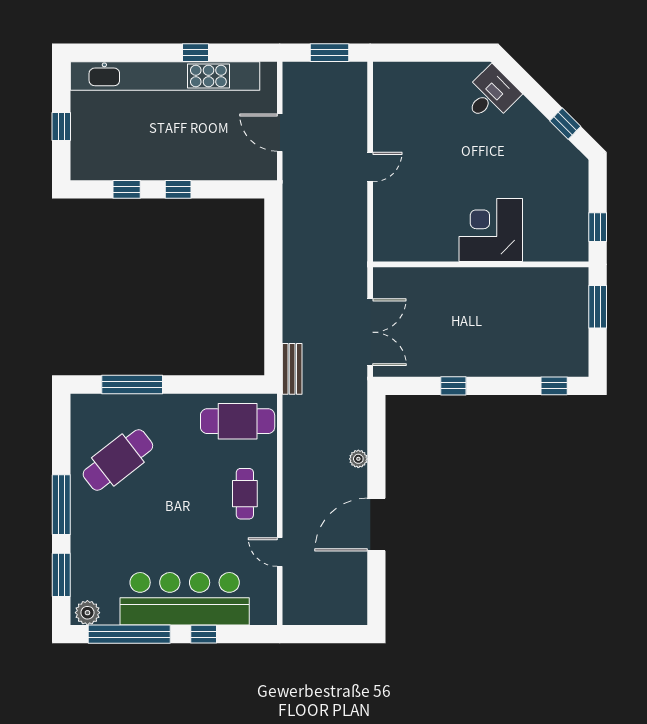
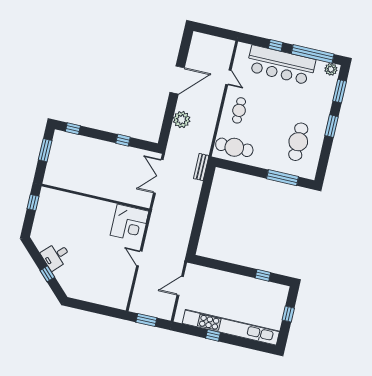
desk: (491, 95) -> (56, 256), moved
window: (565, 124) -> (47, 274), moved
door: (280, 133) -> (180, 286), swing flipped
door: (370, 167) -> (139, 258), hinge flipped
window: (178, 189) -> (237, 269), removed
corner desk: (491, 230) -> (129, 223), moved
window: (598, 307) -> (45, 150), moved
plant: (358, 459) -> (182, 120), width x1.88, depth x1.88
cafe table: (118, 460) -> (298, 142), turned -52
window: (61, 505) -> (332, 126), width x0.69

